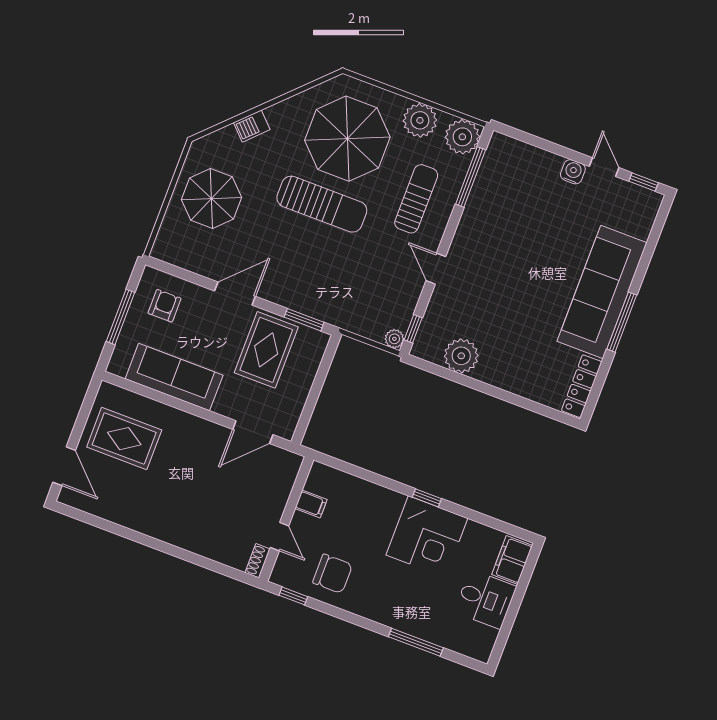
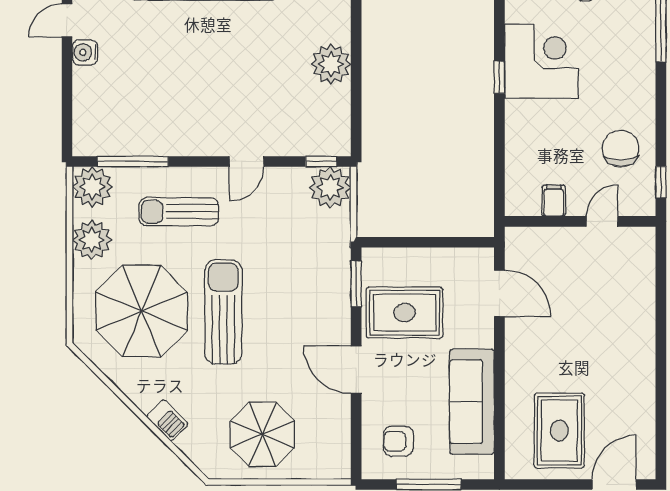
plant: (394, 339) -> (330, 187), width x1.88, depth x1.88
plant: (461, 356) -> (331, 64), moved
shoe rack: (257, 561) -> (637, 235), removed

